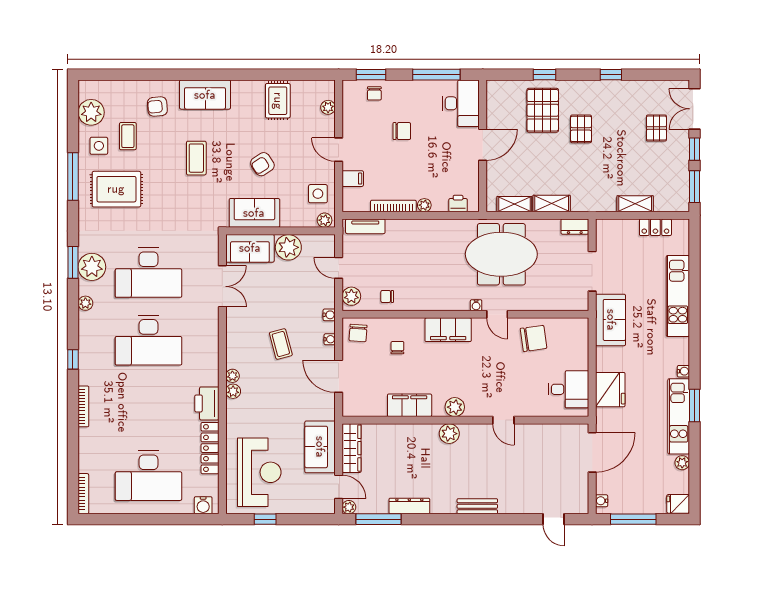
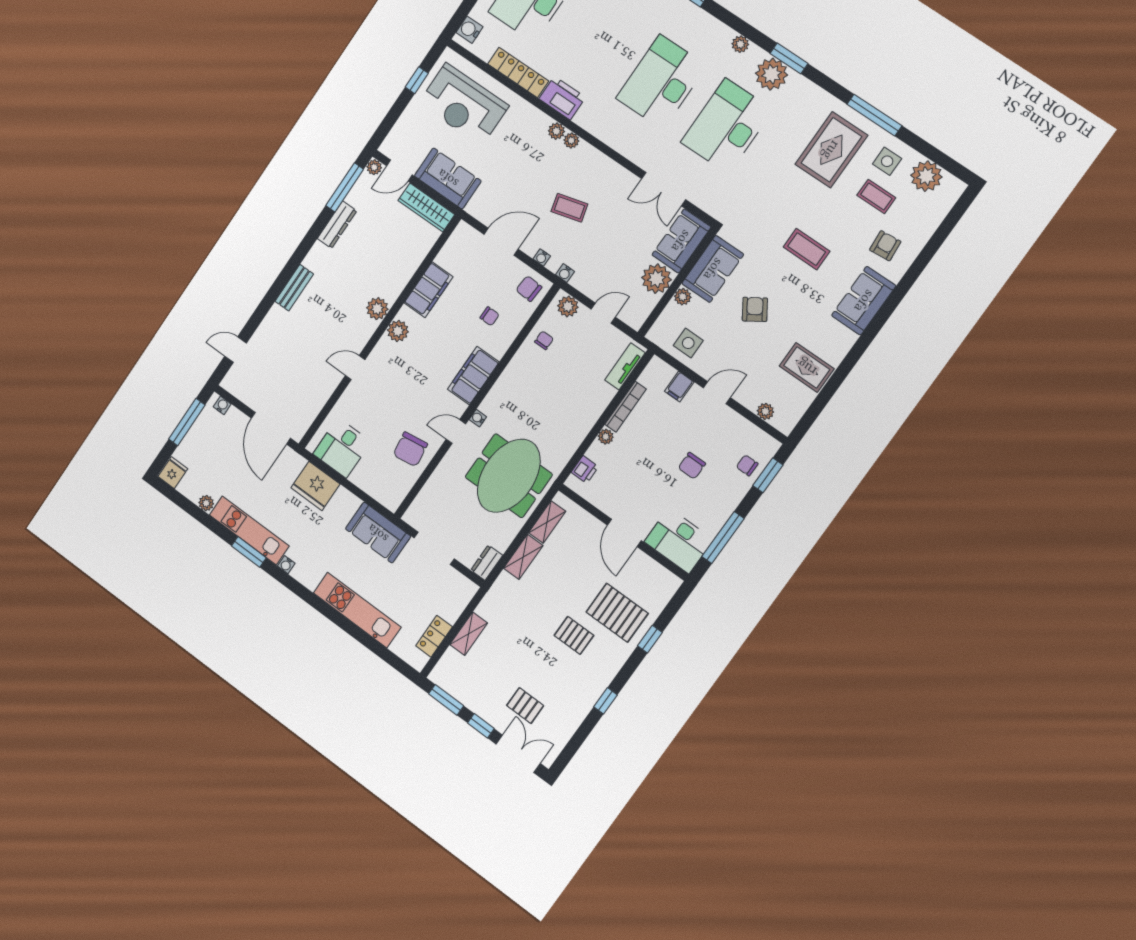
plant: (325, 220) -> (683, 297), moved

